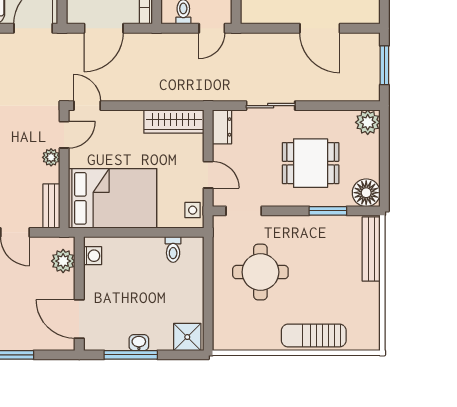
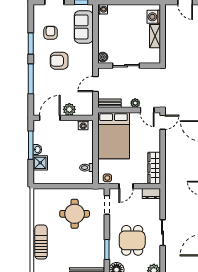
sliding door: (271, 106) -> (163, 233), moved
plant: (63, 261) -> (69, 109), moved
shower: (187, 337) -> (40, 163), moved

